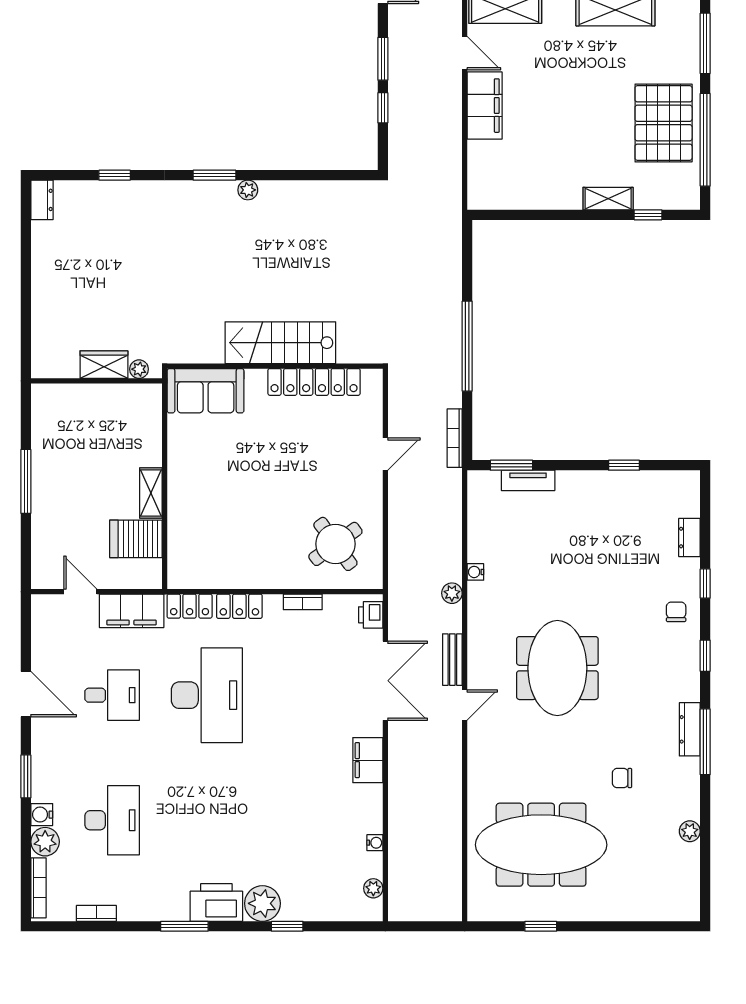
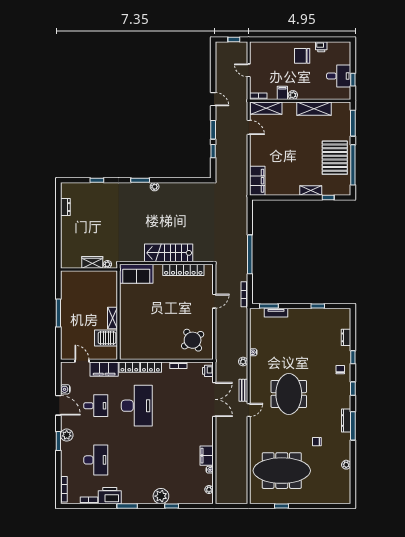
filing cabinet: (485, 106) -> (257, 181), moved
dresser: (42, 200) -> (65, 207), moved
filing cabinet: (368, 760) -> (207, 456), moved
water cooler: (42, 815) -> (65, 389), moved
plant: (45, 842) -> (67, 435), moved
printer: (216, 902) -> (110, 496), moved

